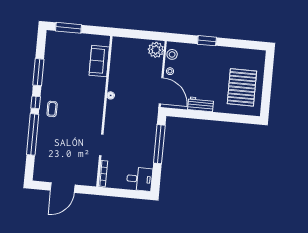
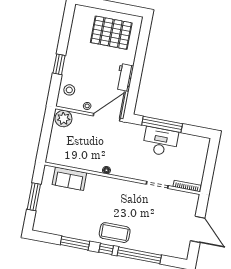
window: (69, 28) -> (34, 197), moved
stool: (172, 54) -> (69, 90), moved
coffee table: (52, 109) -> (115, 233), width x1.86, depth x1.72
desk: (139, 179) -> (160, 142), moved, width x1.37

